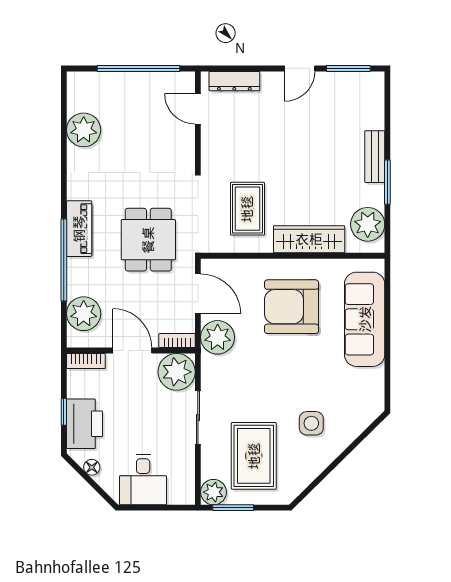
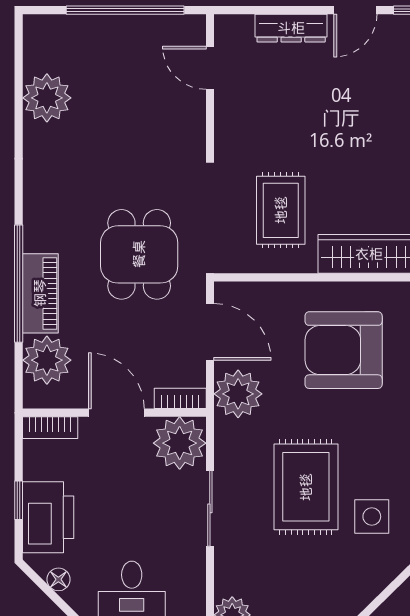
dresser: (234, 81) -> (291, 28), moved
piano: (79, 229) -> (40, 293), moved
rug: (254, 456) -> (306, 487), moved

